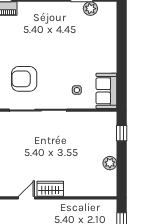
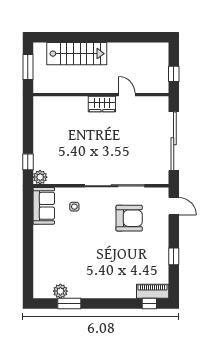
plant: (110, 163) -> (40, 177), moved
door: (26, 198) -> (127, 95), swing flipped

